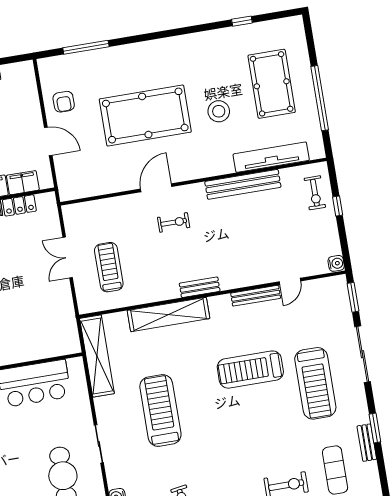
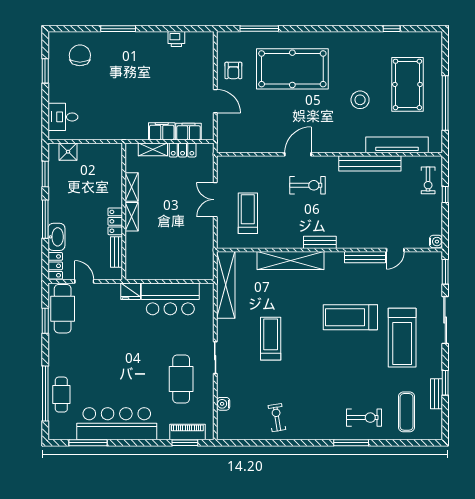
pool table: (145, 116) -> (292, 69), moved
exercise bike: (174, 222) -> (307, 185), width x1.38, depth x1.39
treadmill: (160, 411) -> (271, 339), width x0.73, depth x0.73

